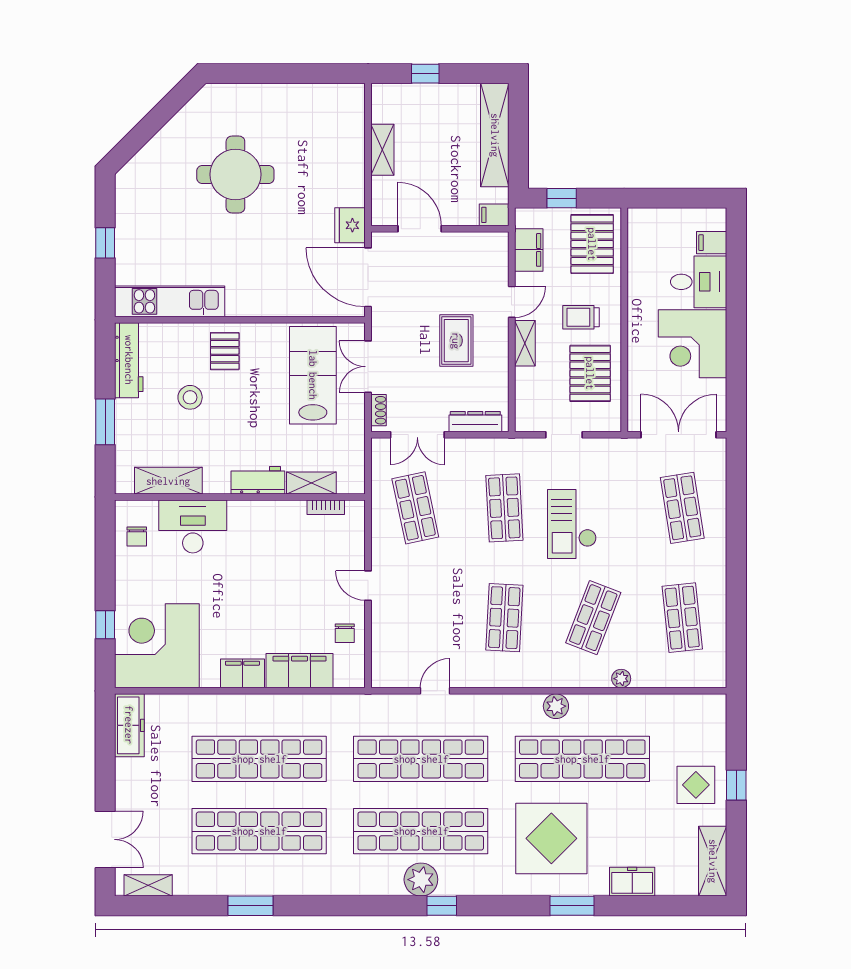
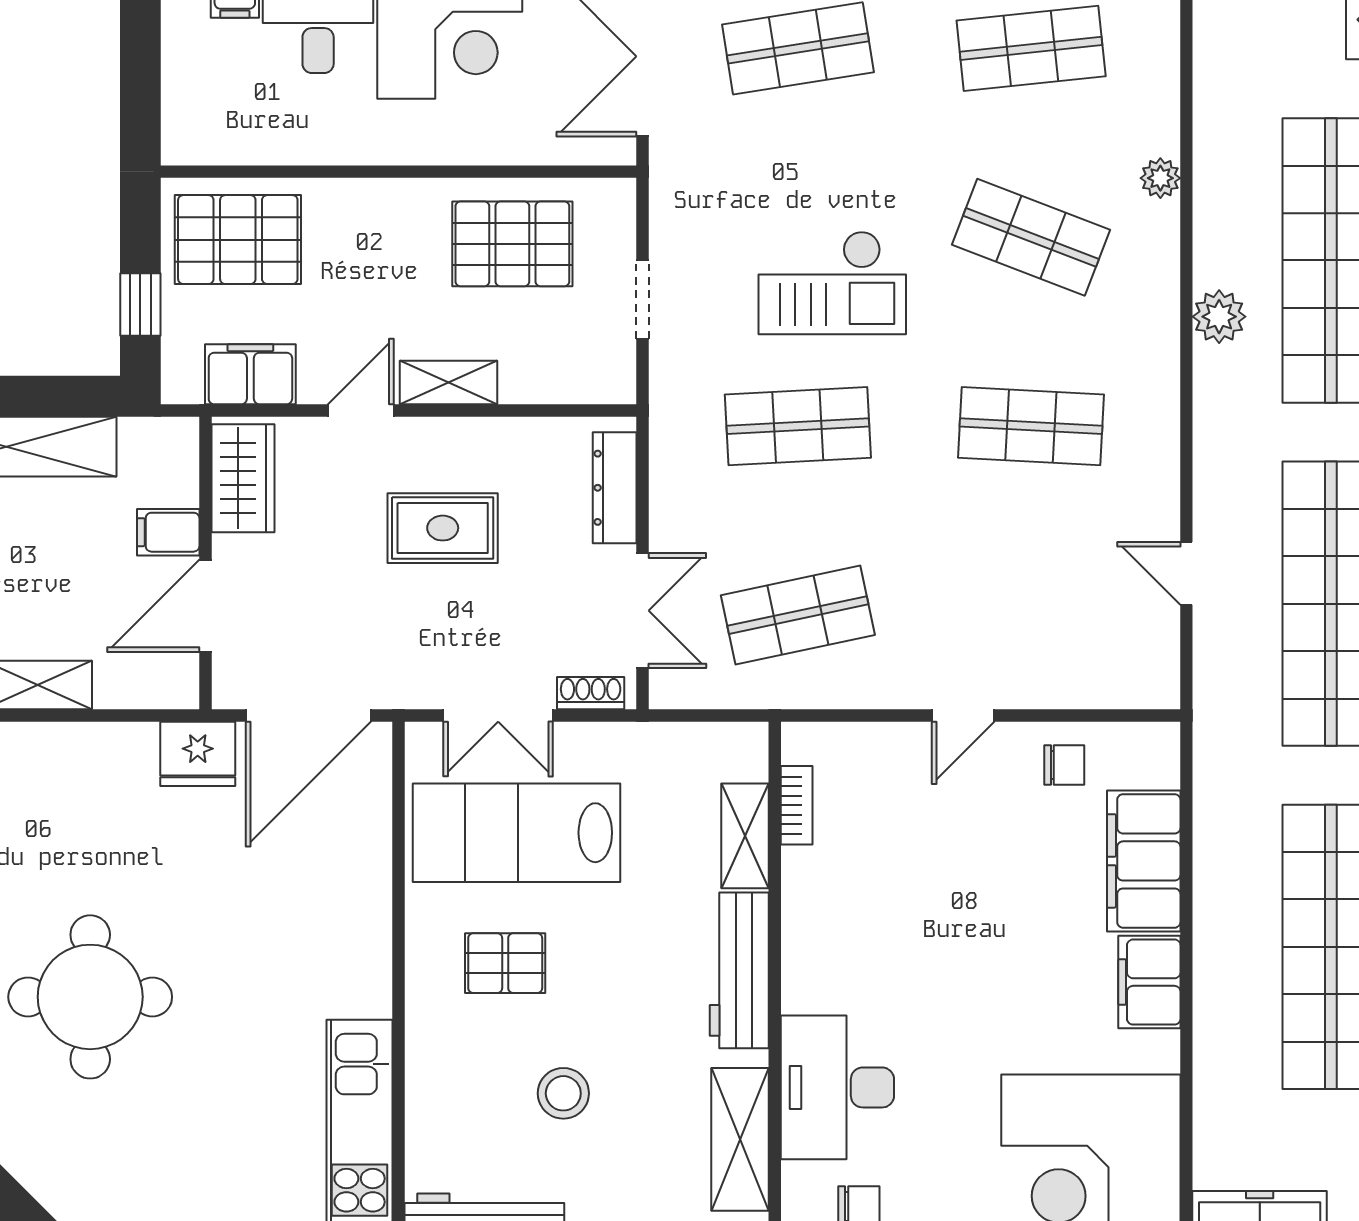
filing cabinet: (494, 215) -> (168, 532), moved, turned 90
wardrobe: (480, 246) -> (243, 478), added
door: (512, 302) -> (361, 411), hinge flipped
trolley: (581, 317) -> (393, 263), removed
pallet: (225, 351) -> (505, 963), moved
workbench: (258, 480) -> (739, 970), width x1.37

